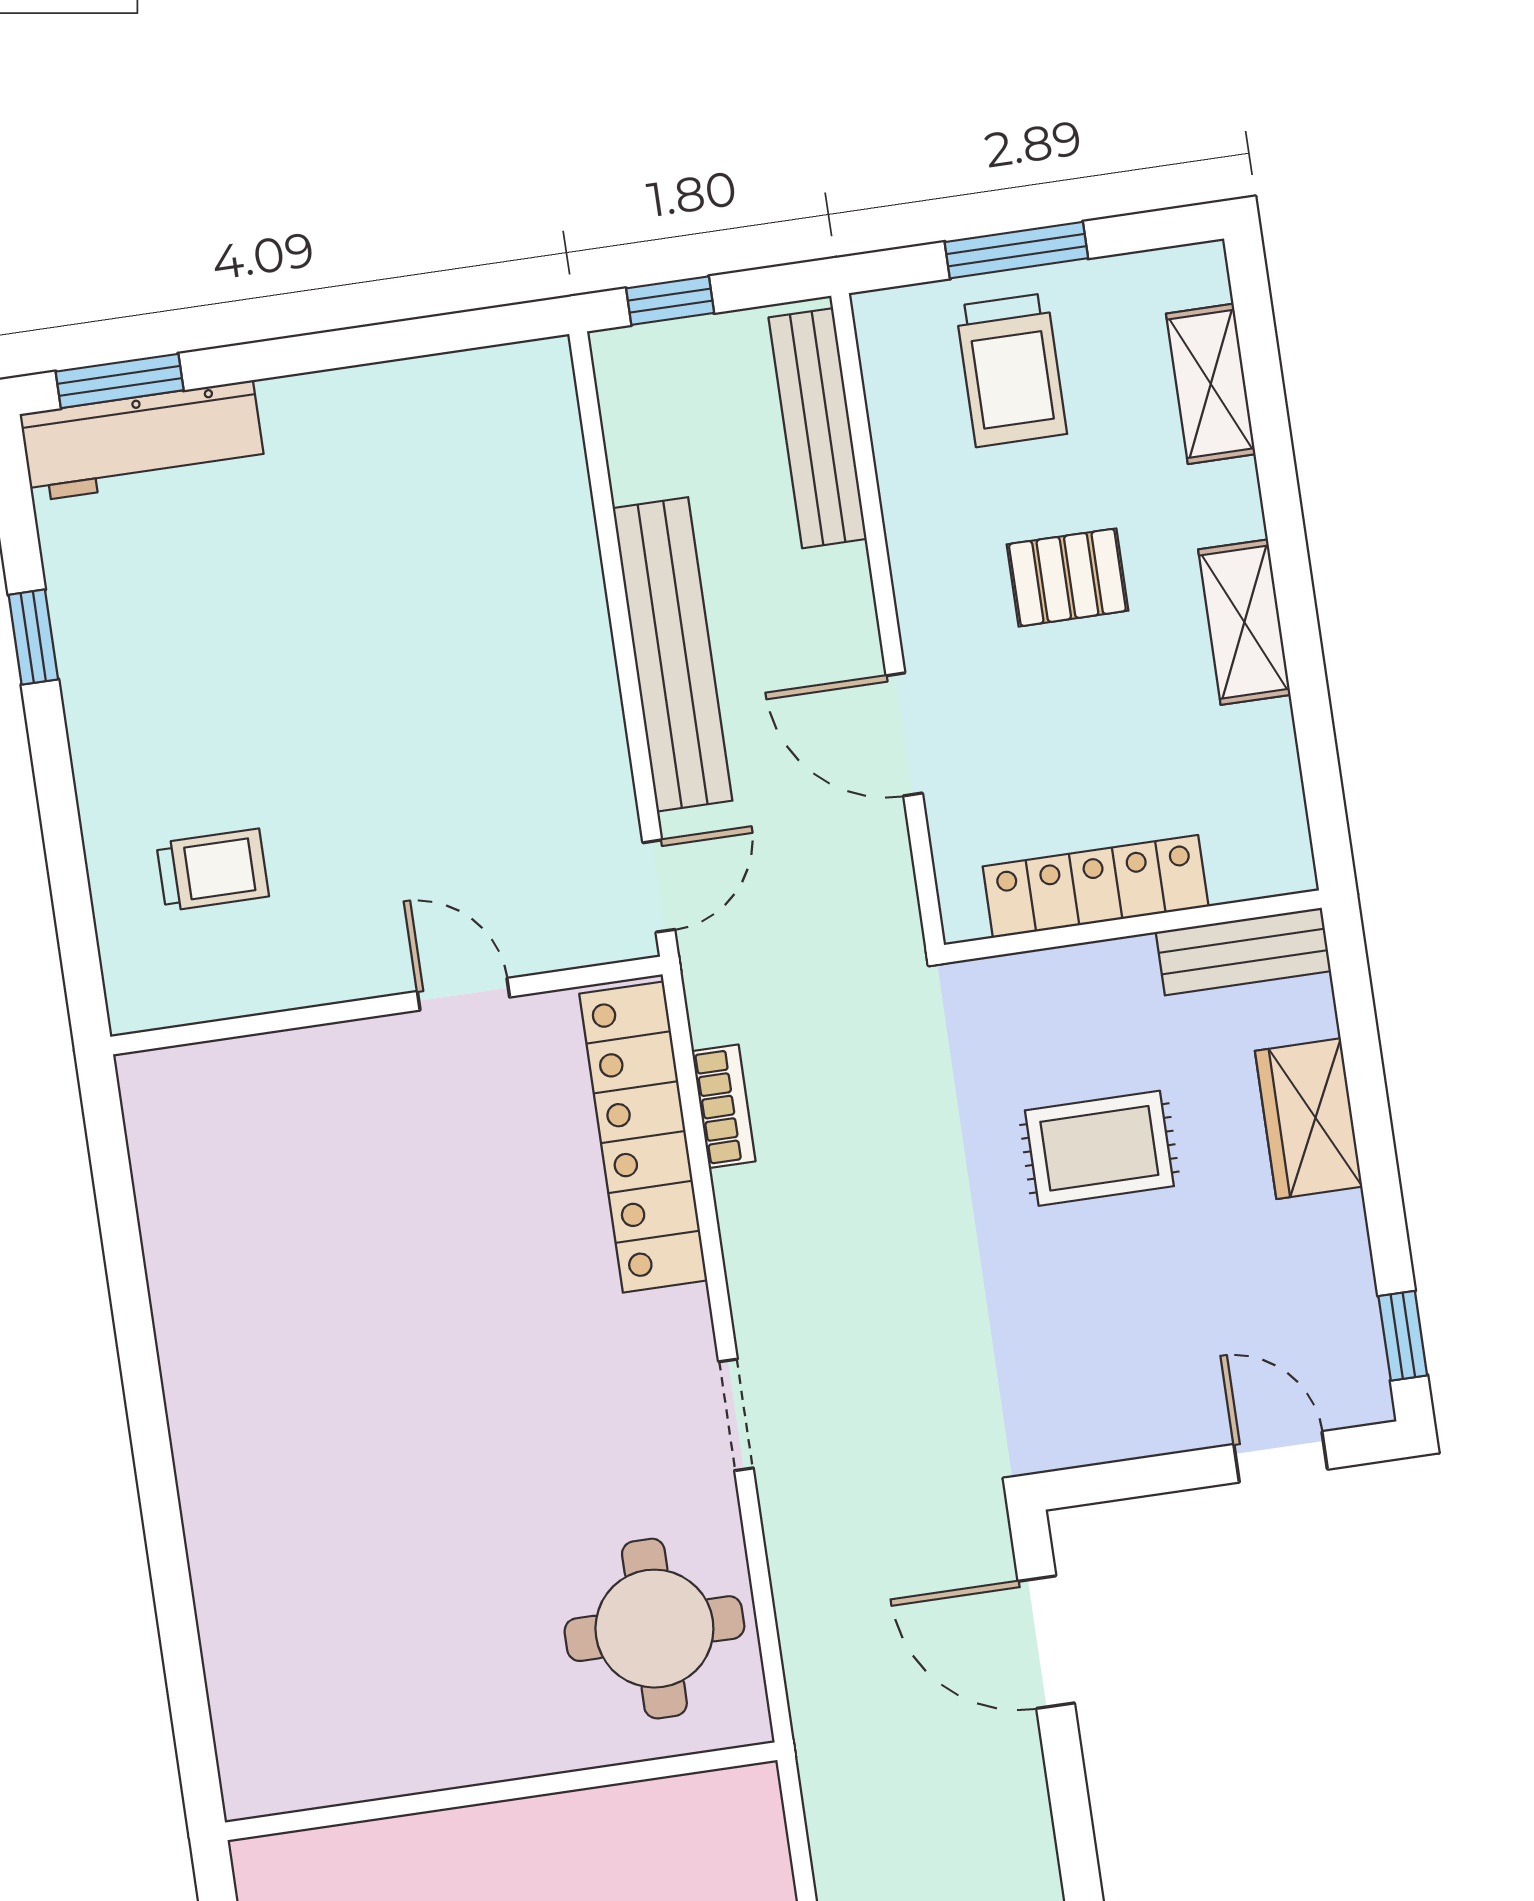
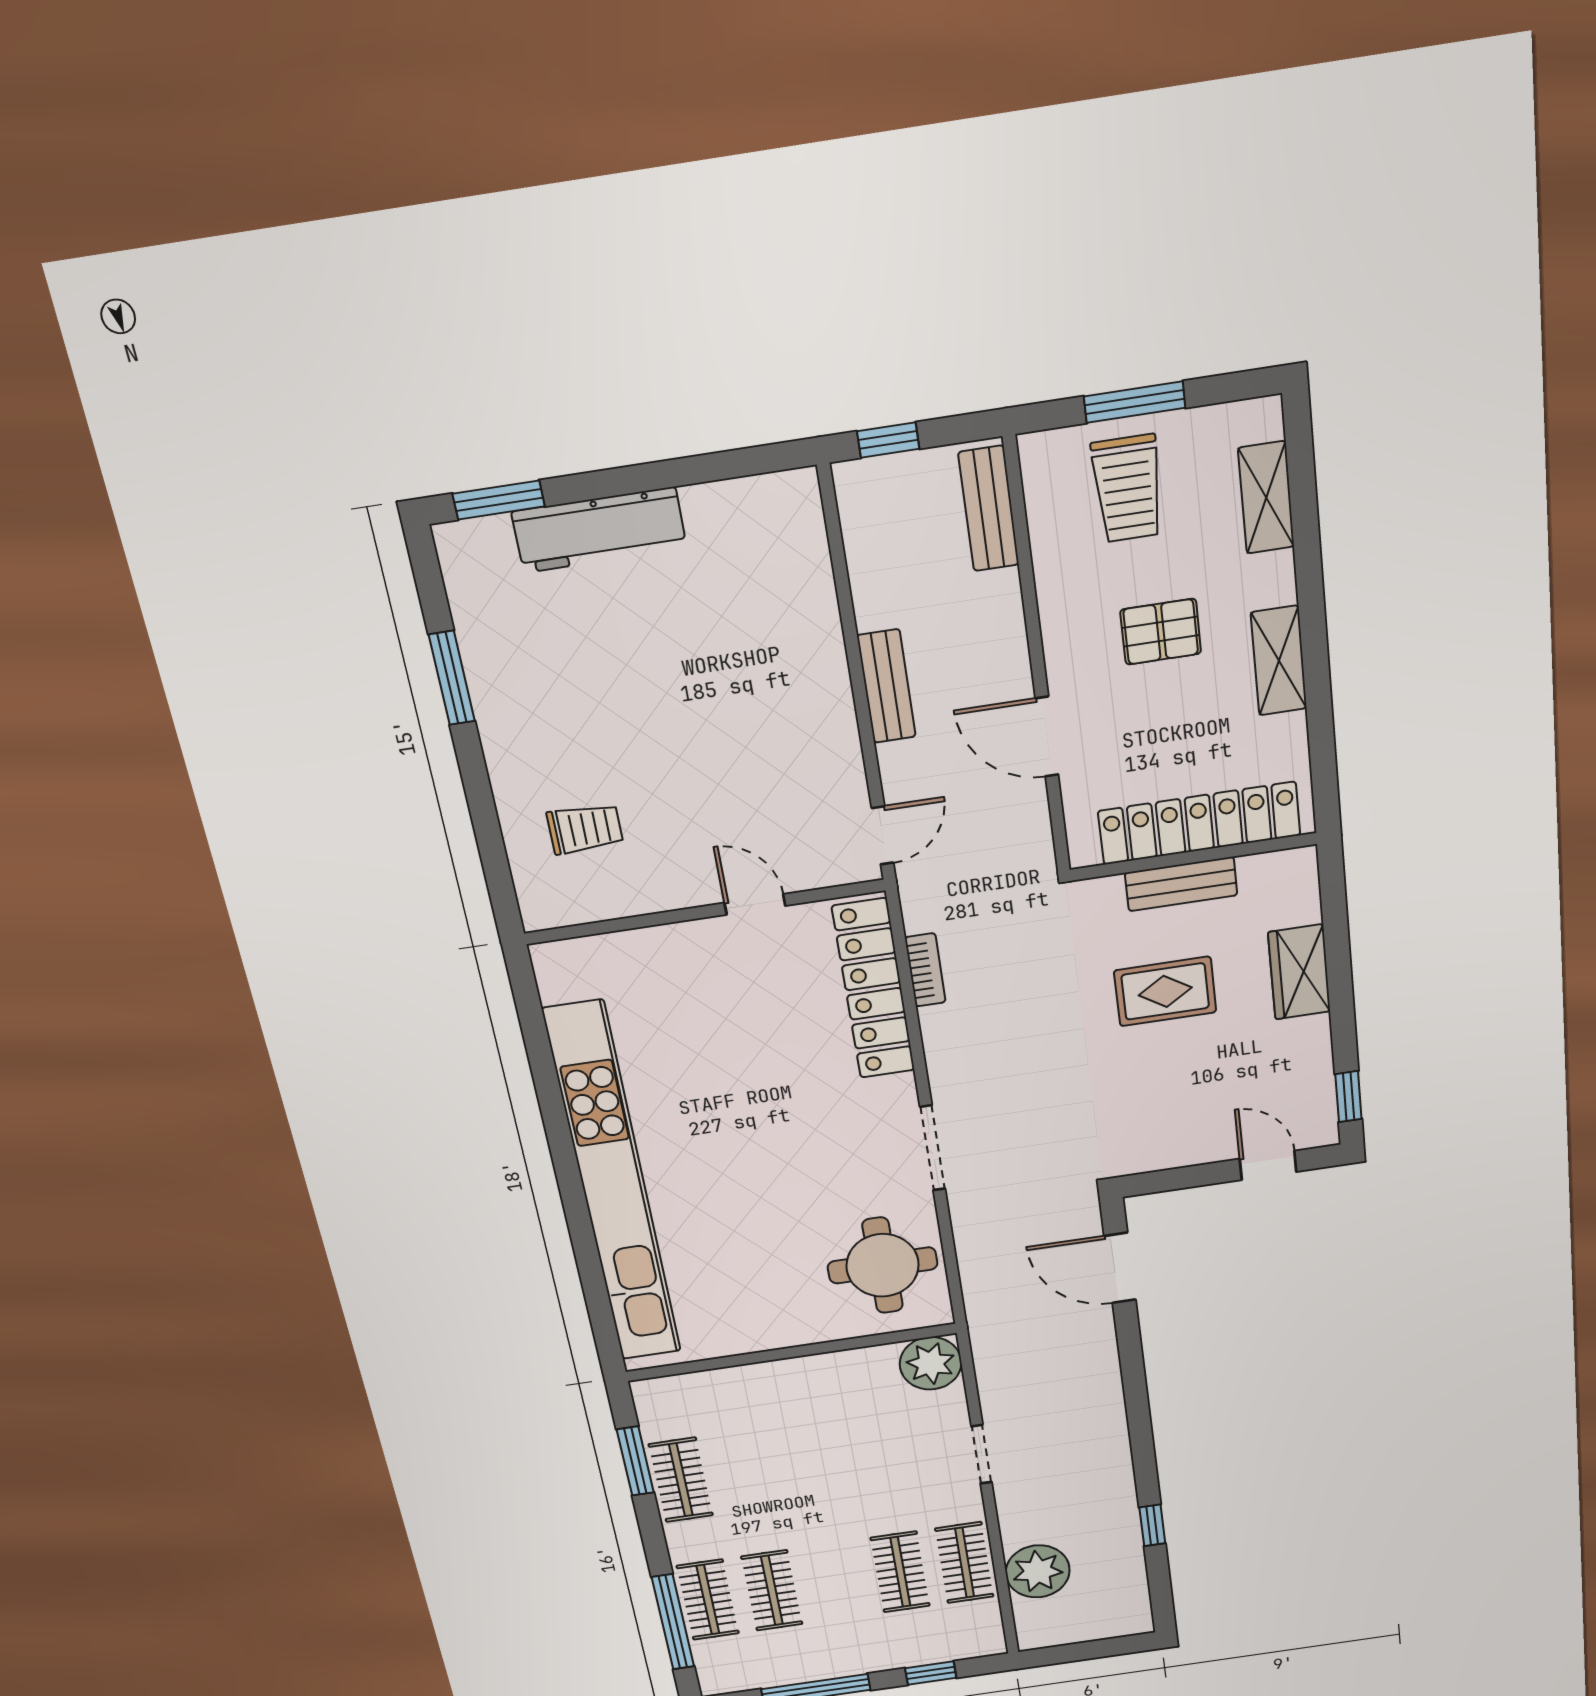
bench: (818, 428) -> (989, 509), width x0.73
workbench: (143, 441) -> (599, 530), moved
window: (33, 637) -> (452, 678), width x1.50
bench: (673, 654) -> (886, 686), width x0.54, depth x0.82
locker: (1096, 886) -> (1199, 823), width x1.41, depth x1.21
bench: (1243, 952) -> (1181, 884), moved
doorway: (736, 1415) -> (933, 1148), width x1.38
kitchen unit: (223, 1472) -> (613, 1185), added
plant: (734, 1818) -> (931, 1363), added

